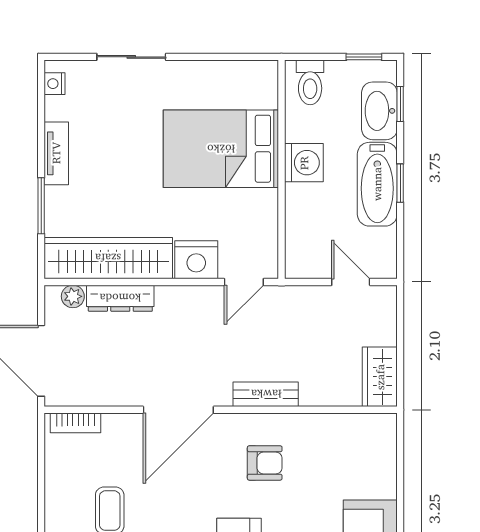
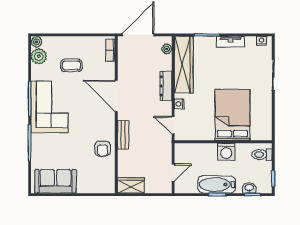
washbasin: (379, 111) -> (249, 188), width x0.52, depth x0.69
nightstand: (196, 260) -> (179, 104), width x0.53, depth x0.56
dresser: (120, 298) -> (166, 86), moved
armchair: (265, 463) -> (103, 149), moved

